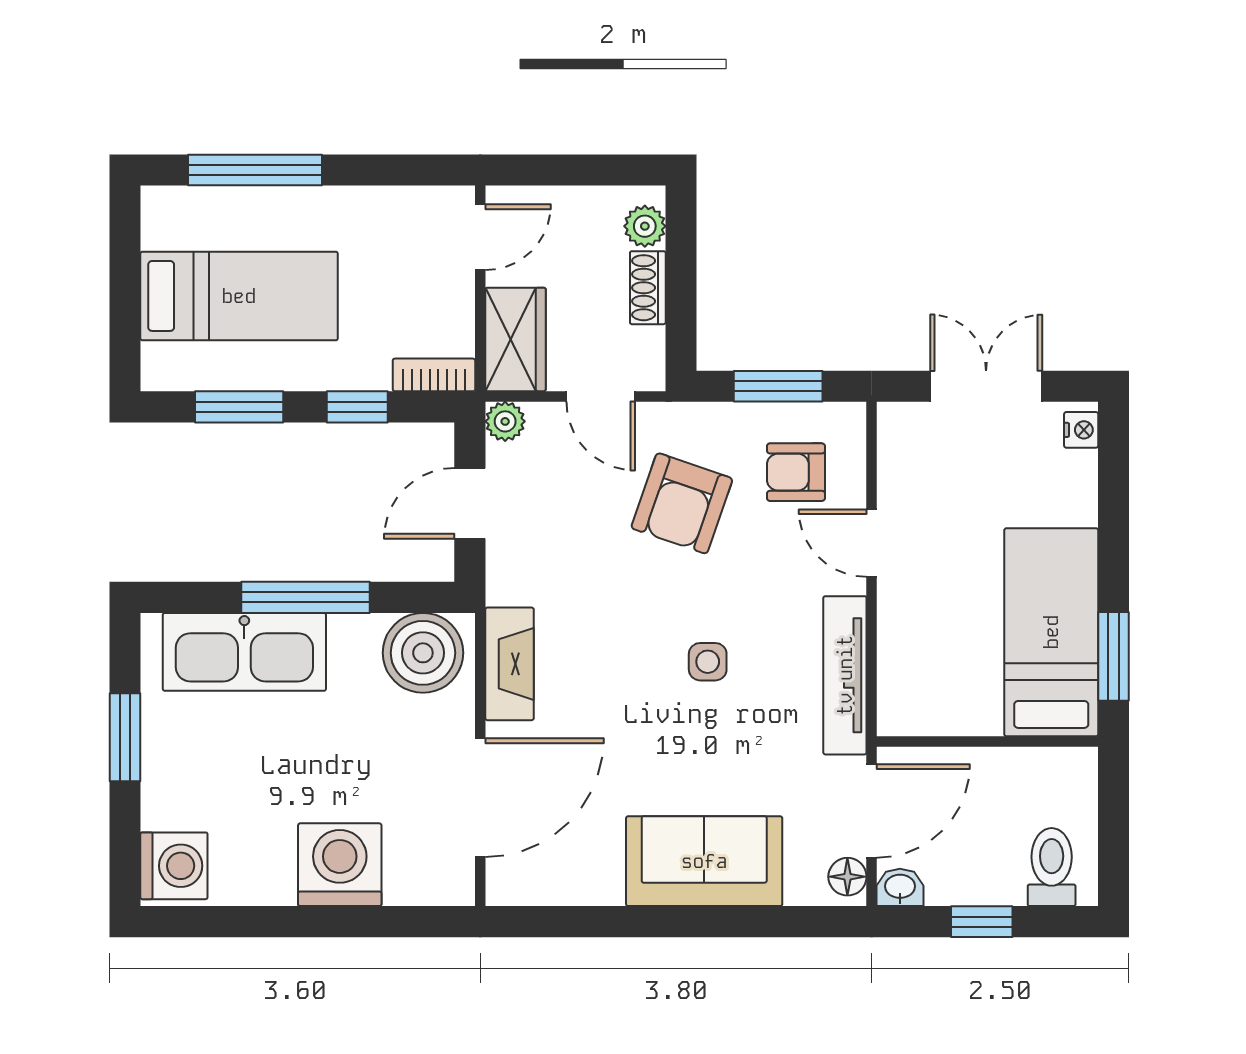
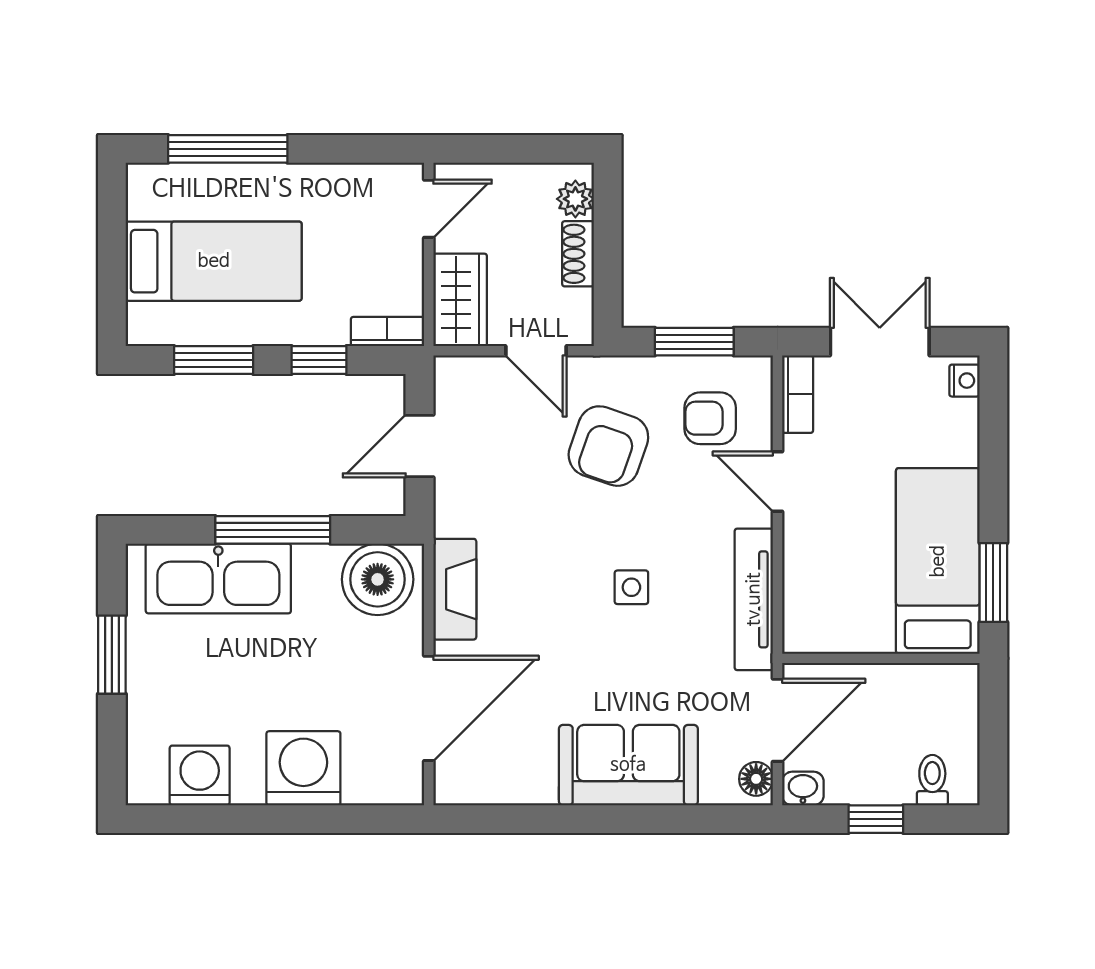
plant: (505, 421) -> (451, 373), removed
bookcase: (894, 445) -> (798, 394), added
washing machine: (174, 866) -> (200, 775), moved, turned -90
toilet: (1052, 867) -> (932, 780), width x0.73, depth x0.72

